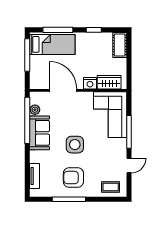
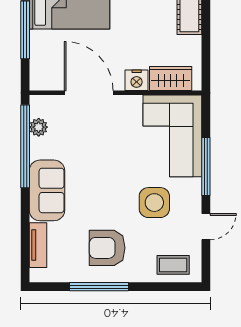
sofa: (40, 133) -> (47, 190), moved
side table: (75, 145) -> (154, 203), moved

